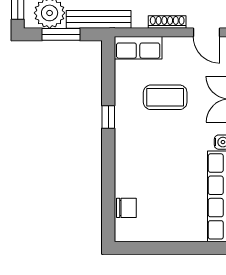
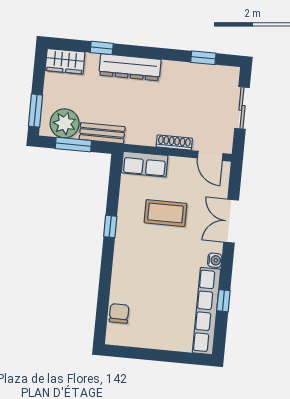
bench: (99, 19) -> (102, 133), width x0.73
chair: (126, 208) -> (119, 313), turned -90

